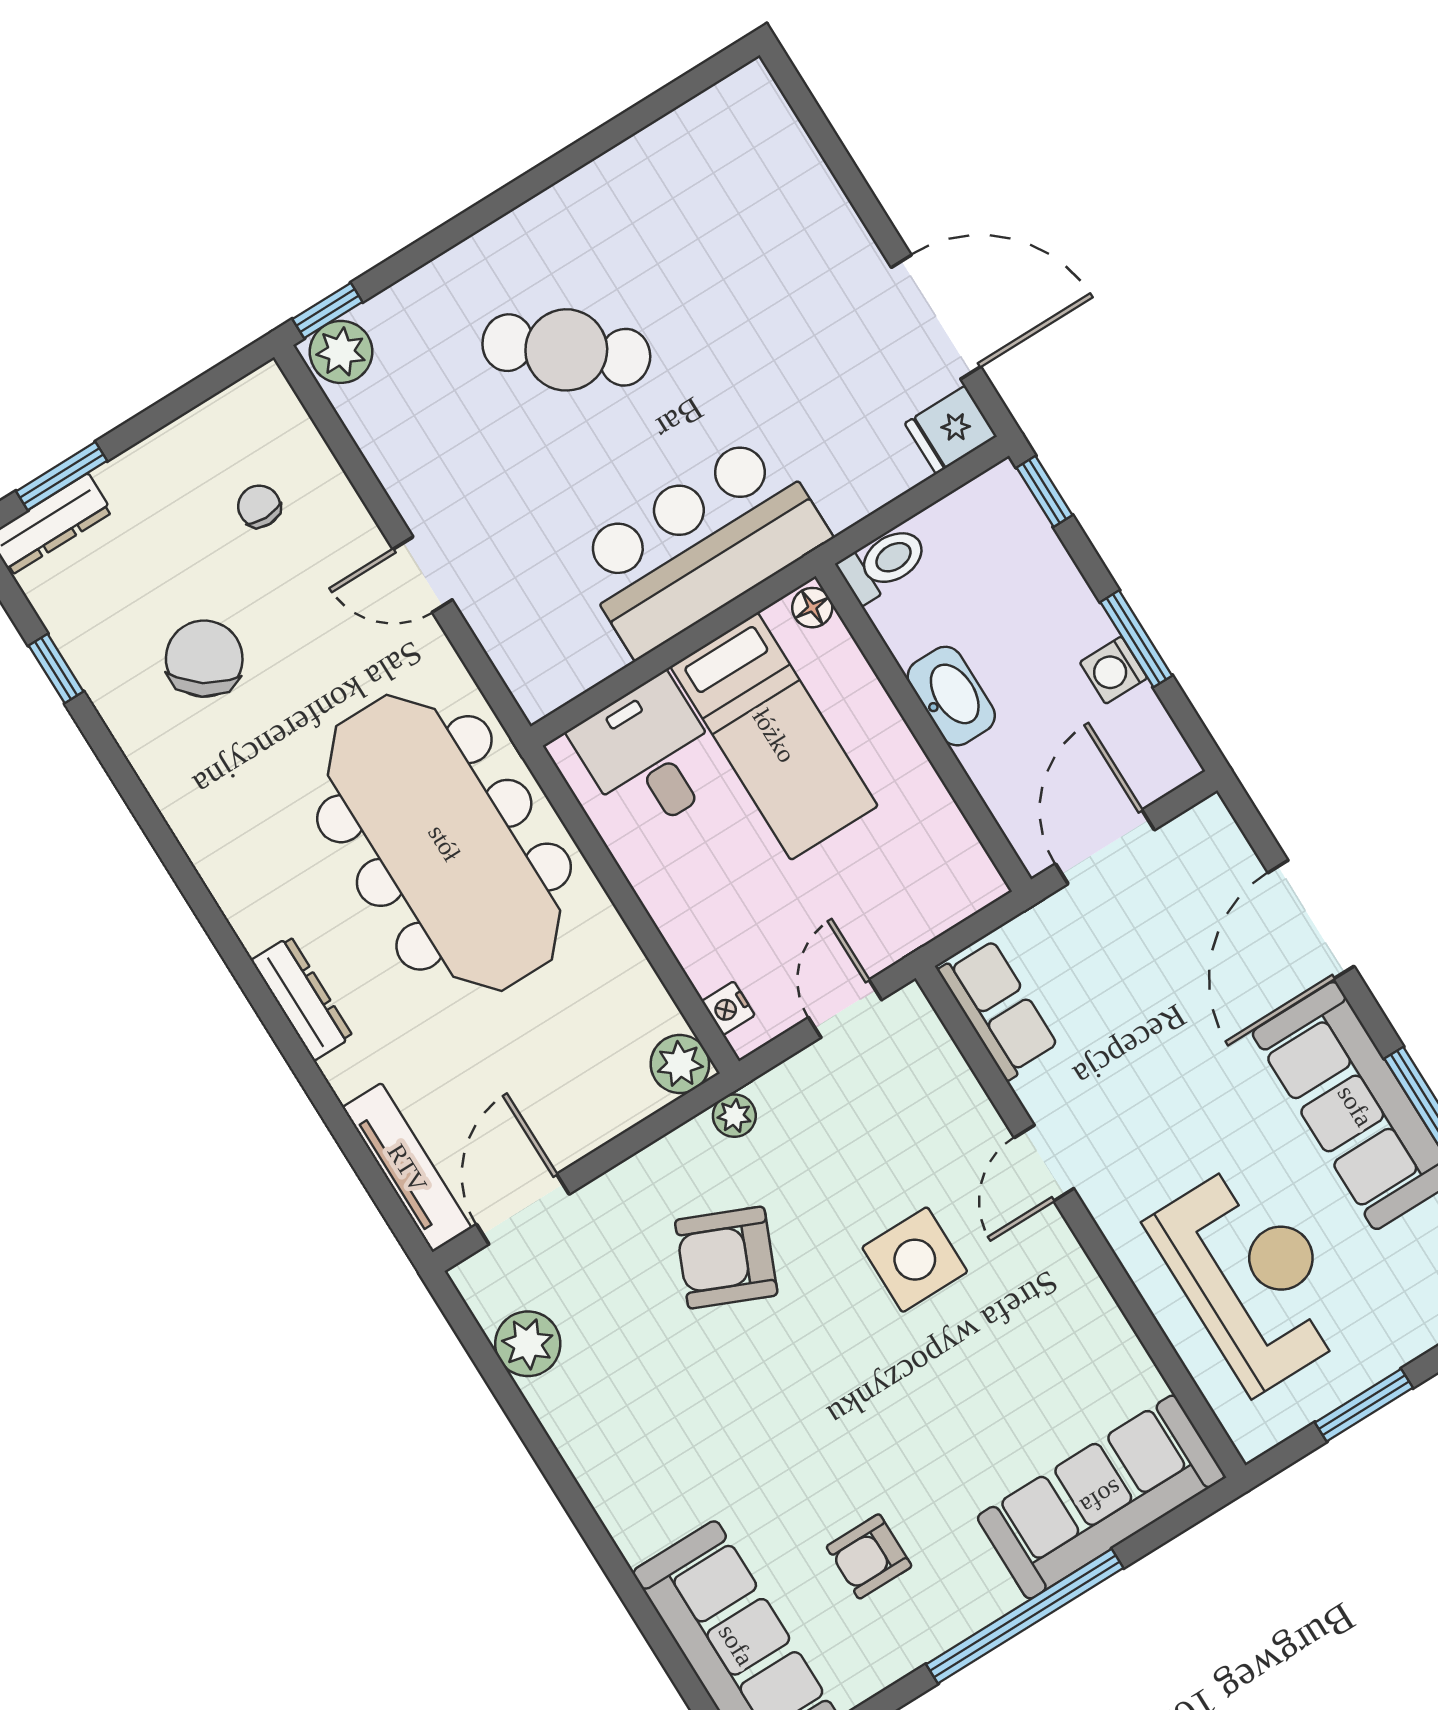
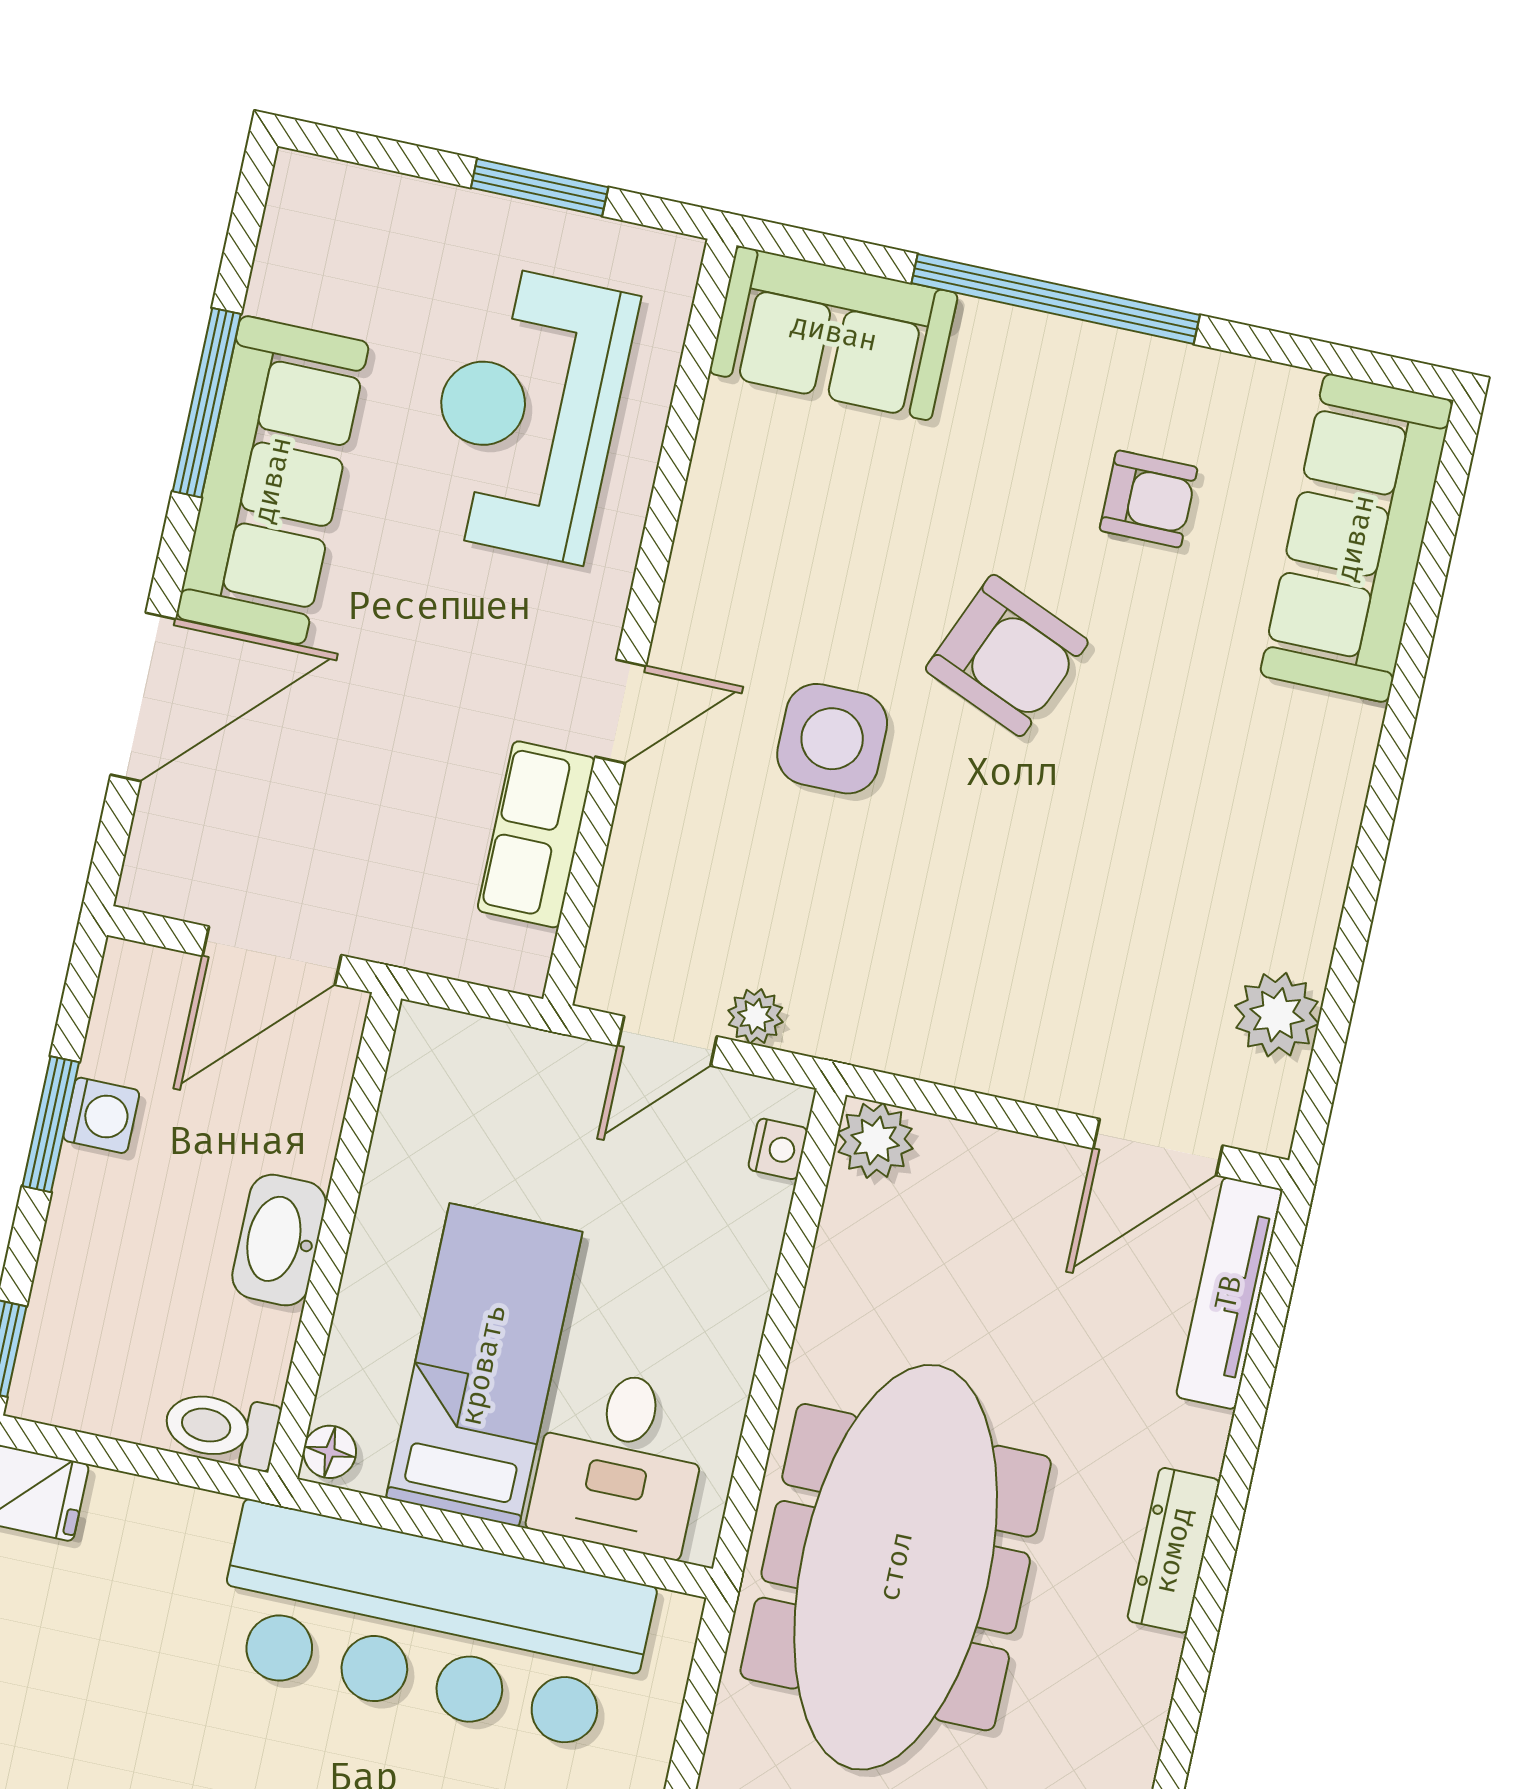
bar counter: (700, 545) -> (433, 1627), width x1.36
row of seats: (999, 1009) -> (536, 834), moved
plant: (734, 1116) -> (755, 1016), moved
armchair: (726, 1258) -> (1007, 655), moved
sofa: (1101, 1497) -> (834, 333), width x0.73

